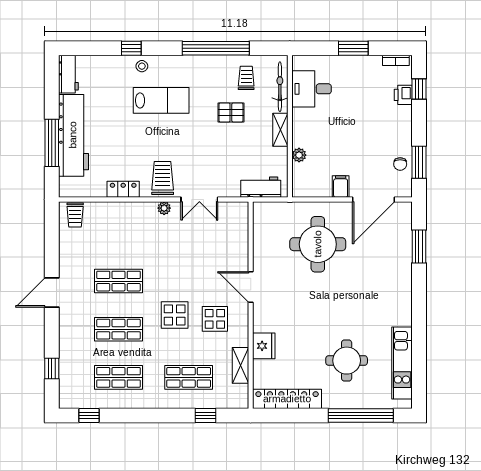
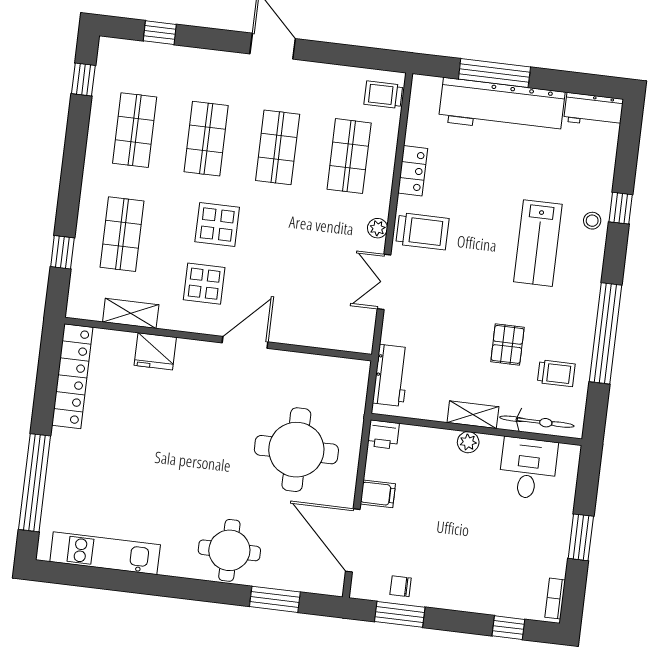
printer: (403, 95) -> (383, 434), moved, turned 180
plant: (299, 155) -> (468, 442), moved
shop shelf: (118, 233) -> (349, 156), added
round table: (347, 361) -> (229, 550), moved

